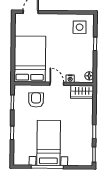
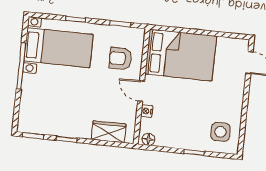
door: (57, 84) -> (141, 91), swing flipped
wardrobe: (82, 92) -> (109, 132), moved, turned 90
armchair: (36, 100) -> (120, 59), turned 180
bed with nightstands: (49, 143) -> (58, 48), moved

